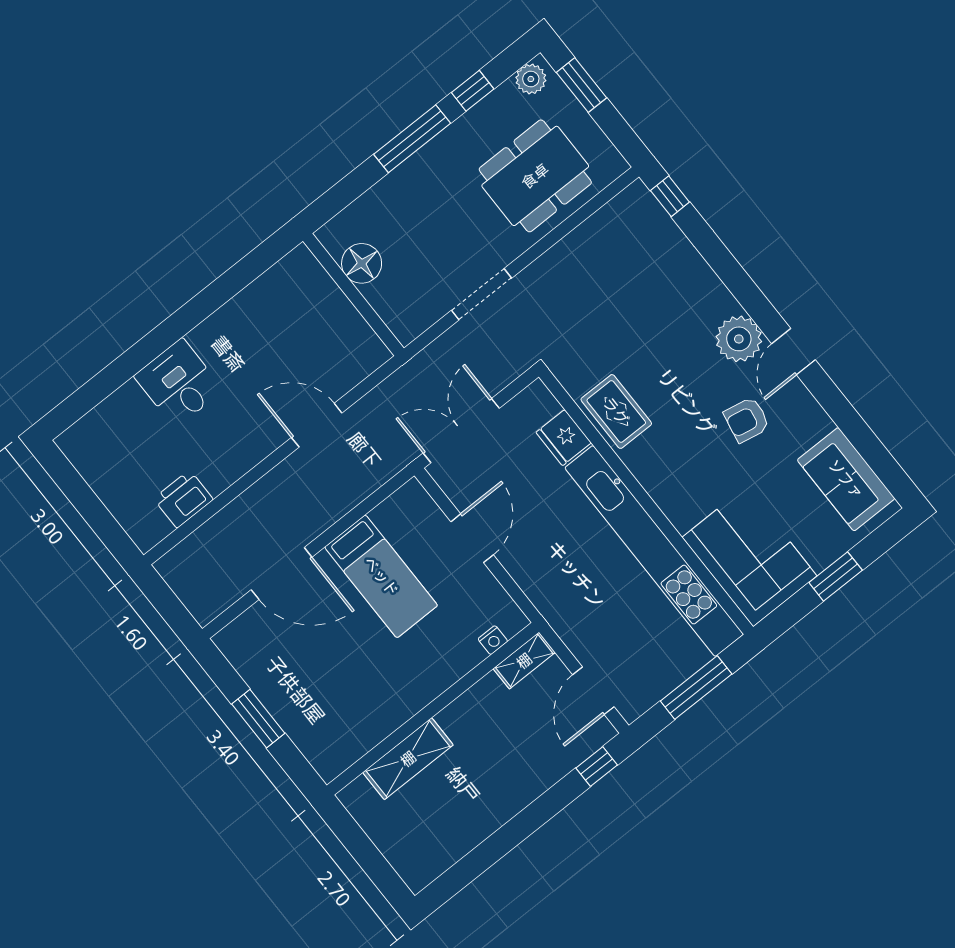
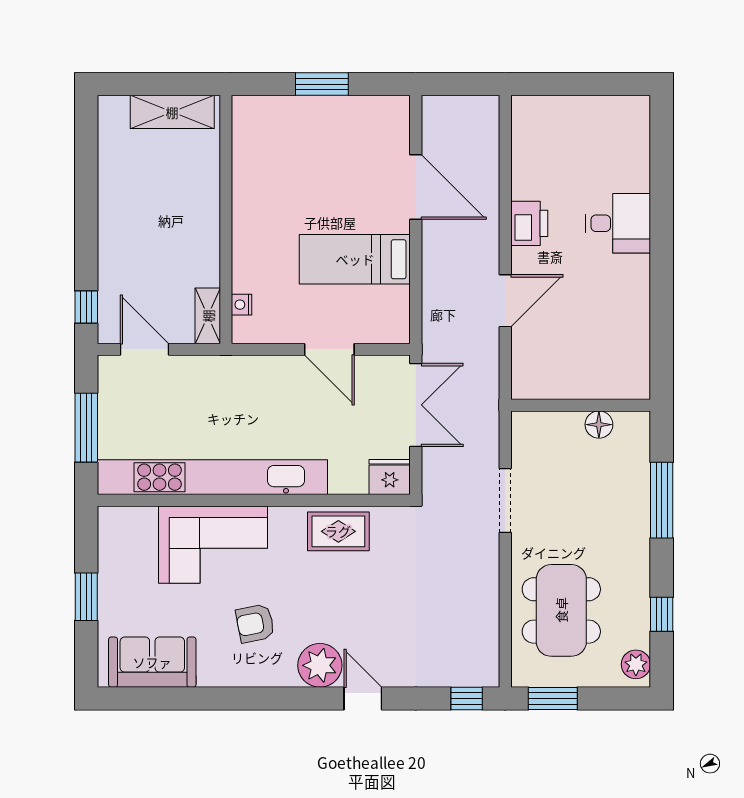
window: (581, 85) -> (553, 698), moved
window: (412, 139) -> (662, 500), moved
floor lamp: (362, 263) -> (599, 425), width x0.73, depth x0.73
door: (794, 352) -> (363, 698), moved
armchair: (747, 420) -> (255, 623), turned -112
fridge: (564, 438) -> (390, 477), moved
printer: (183, 499) -> (529, 223), moved
corner sofa: (749, 557) -> (213, 545), moved
door: (282, 574) -> (416, 187), swing flipped
shelving: (408, 759) -> (172, 112), moved, turned 90

